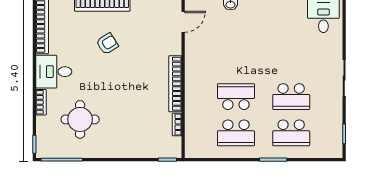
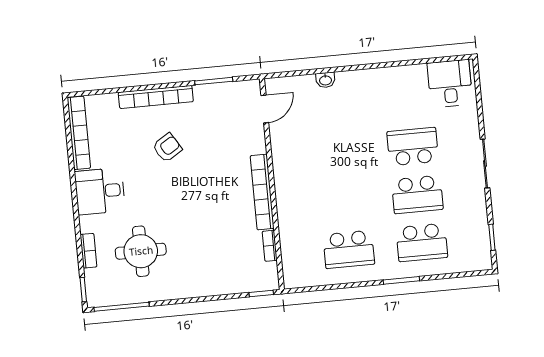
school desk: (236, 97) -> (413, 147), moved
bookcase: (41, 102) -> (89, 251), moved

